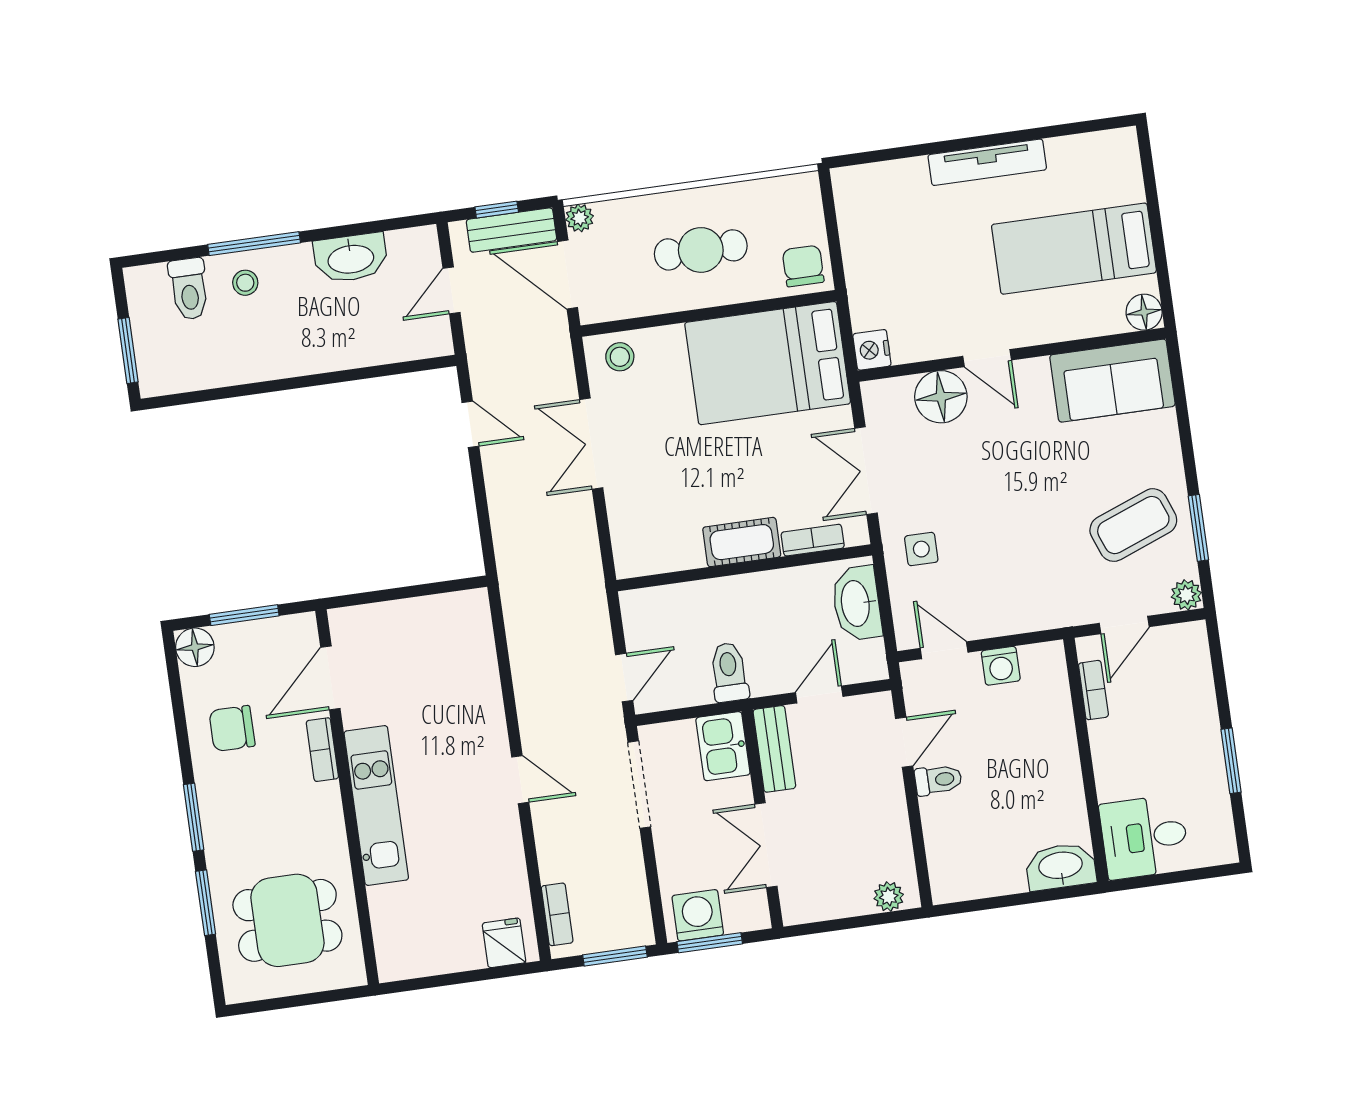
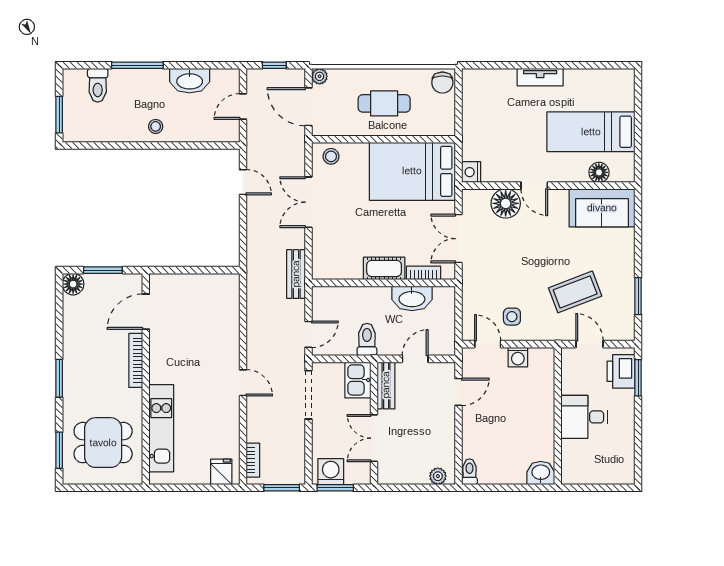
tv unit: (987, 162) -> (540, 77), width x0.71
bench: (511, 230) -> (296, 274), moved, turned 90
chair: (803, 266) -> (442, 83), moved, turned 180
stool: (245, 283) -> (156, 126), moved
floor lamp: (1144, 312) -> (599, 172), moved
coffee table: (1133, 525) -> (575, 292), moved
side table: (921, 549) -> (512, 317), moved
plant: (1186, 595) -> (626, 332), removed
washbasin: (857, 603) -> (412, 298), moved, turned -90
door: (1124, 625) -> (589, 344), swing flipped
printer: (1187, 665) -> (621, 371), added
bookcase: (1093, 690) -> (567, 378), removed
chair: (232, 728) -> (87, 332), removed
bookcase: (322, 750) -> (136, 360), width x1.56
window: (1231, 761) -> (638, 378), moved
toilet: (938, 780) -> (469, 472), moved, turned -90
kitchen unit: (376, 805) -> (161, 428), moved
desk: (1144, 837) -> (584, 417), moved
washbasin: (1061, 867) -> (541, 473), width x0.72
window: (206, 903) -> (59, 450), moved

